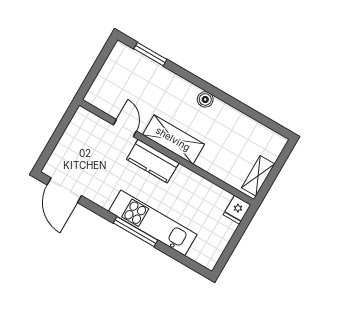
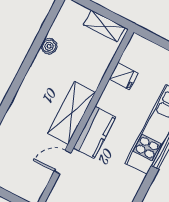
boiler: (205, 99) -> (49, 46), moved
fridge: (237, 210) -> (123, 76), moved

